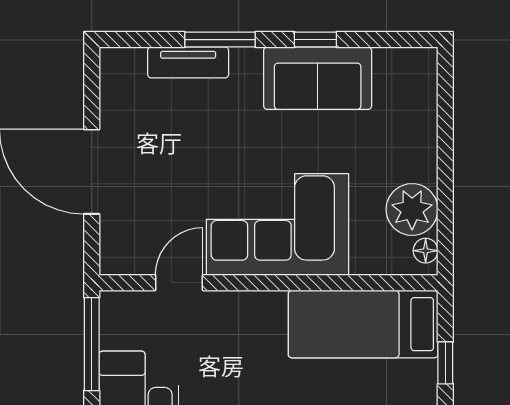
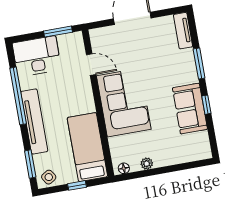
tv unit: (188, 62) -> (183, 31), moved
plant: (412, 209) -> (147, 164), width x0.53, depth x0.53
window: (92, 344) -> (58, 32), width x0.69

